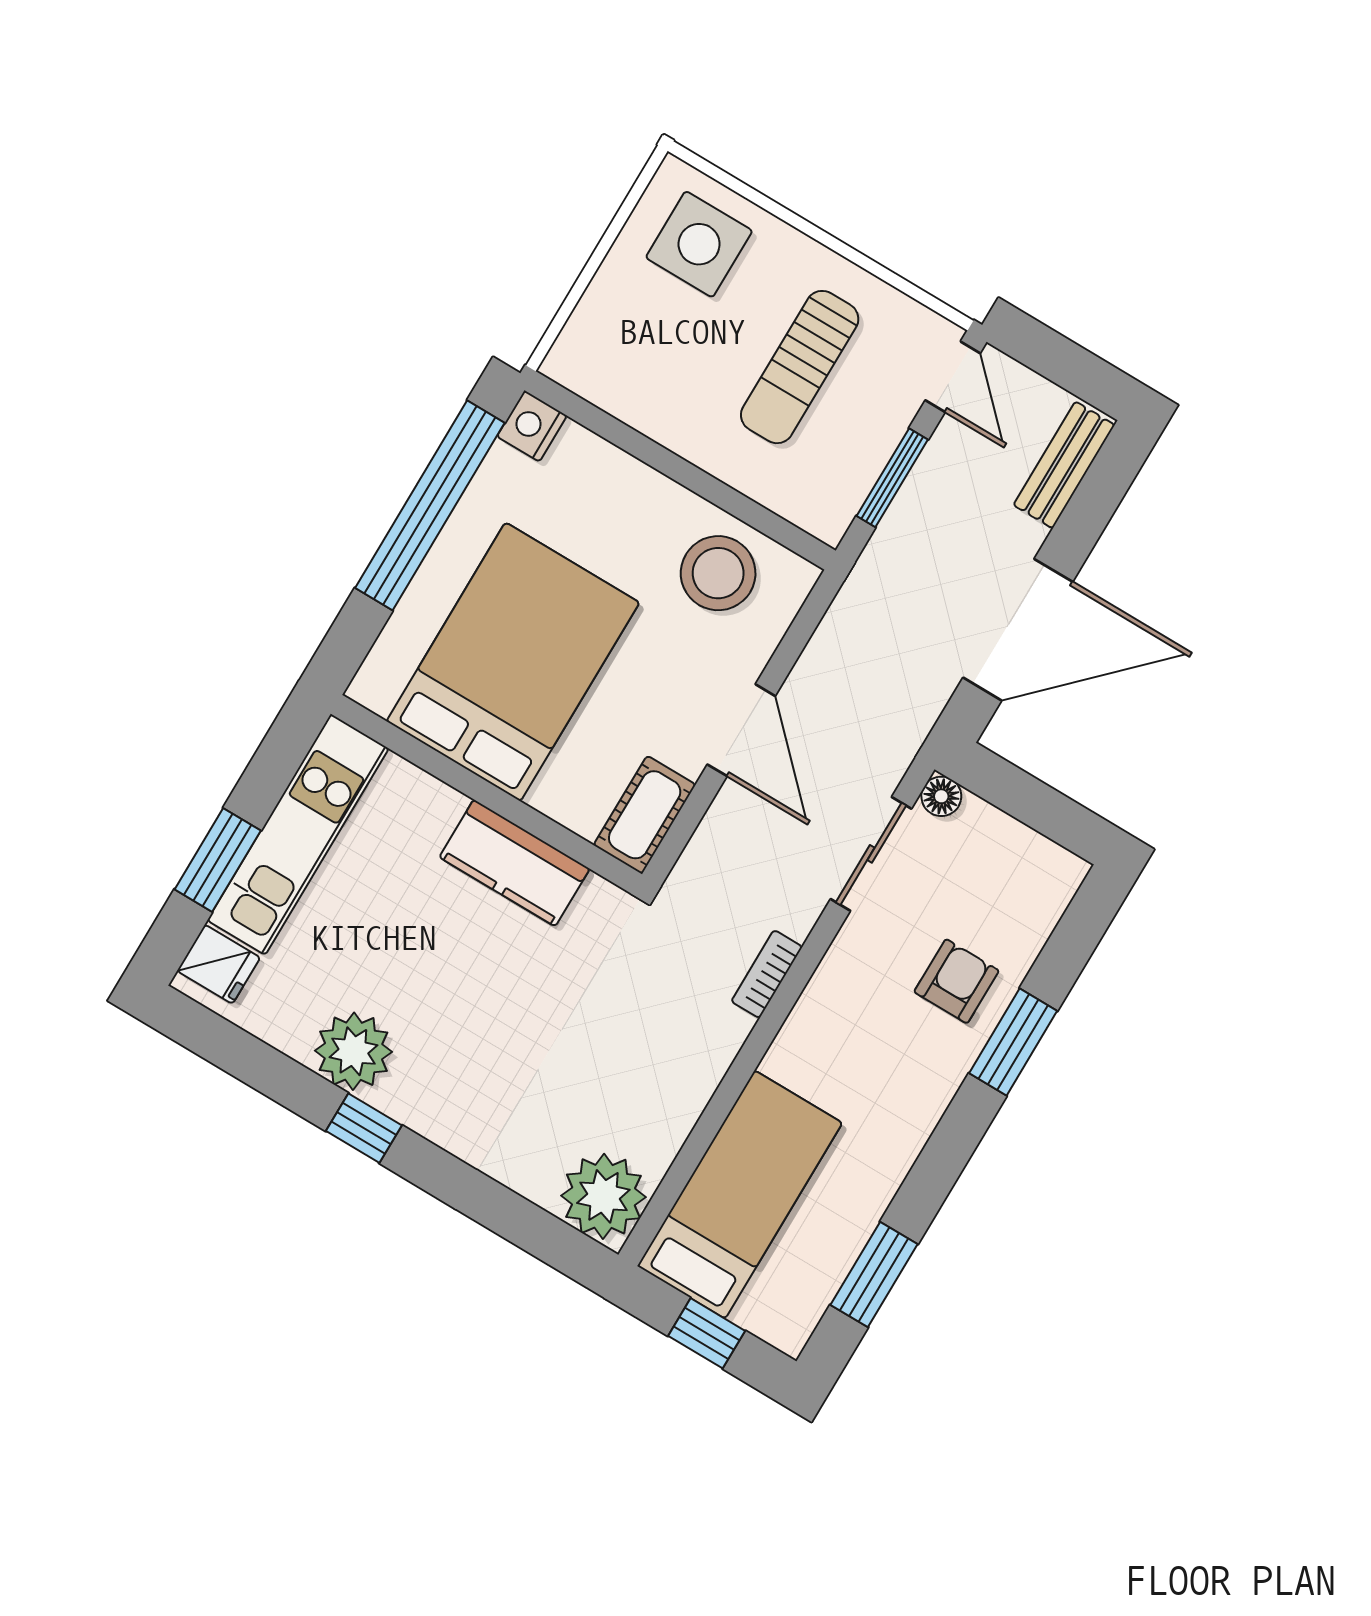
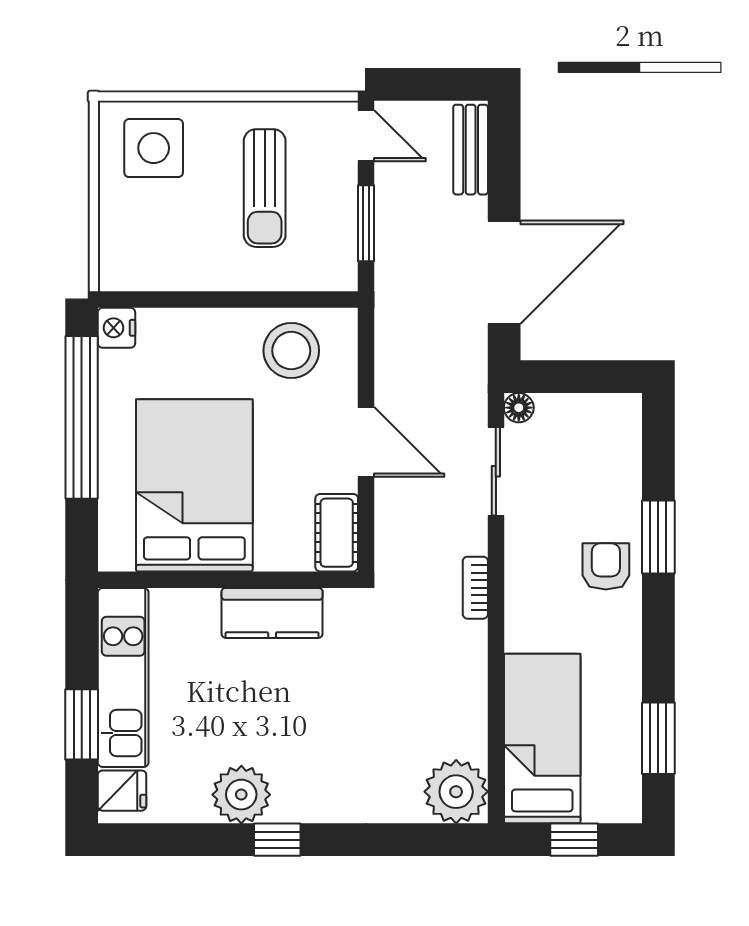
armchair: (956, 981) -> (606, 566), moved

